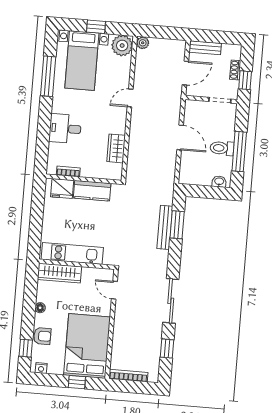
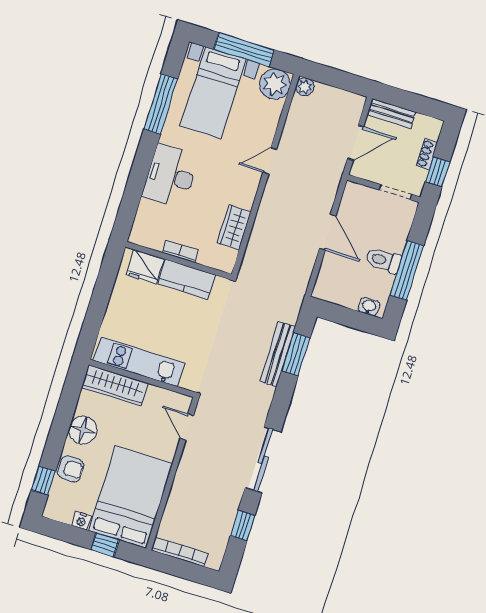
window: (96, 27) -> (244, 49), width x2.17
desk: (65, 129) -> (171, 176), width x1.37
bookcase: (68, 171) -> (180, 251), moved
floor lamp: (40, 308) -> (83, 430), width x1.89, depth x1.89
nightstand: (41, 368) -> (82, 521), moved

